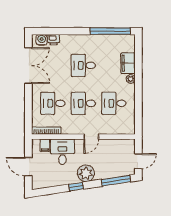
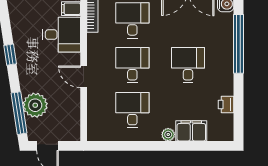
window: (110, 31) -> (238, 44), moved
printer: (54, 40) -> (226, 104), moved
plant: (86, 173) -> (35, 105), moved

